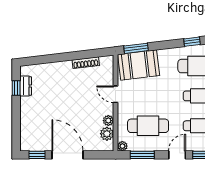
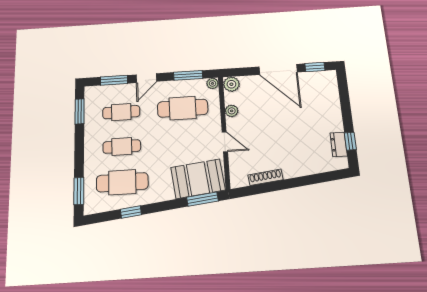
plant: (107, 134) -> (231, 84), moved

